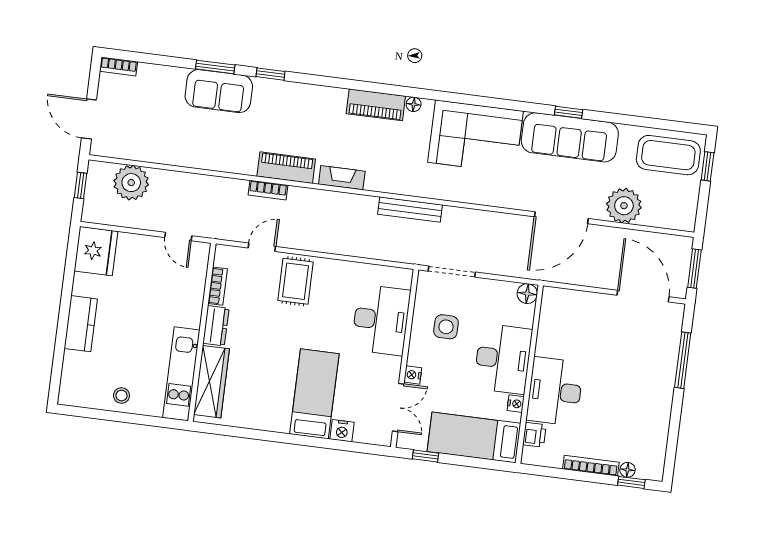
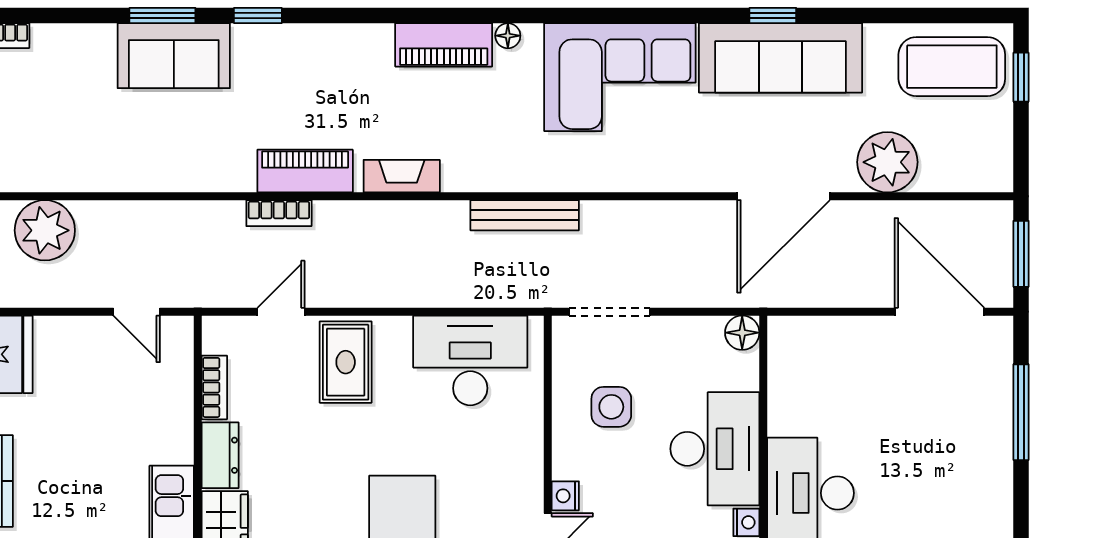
desk: (381, 320) -> (470, 360), moved, turned -90

